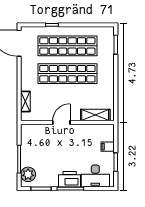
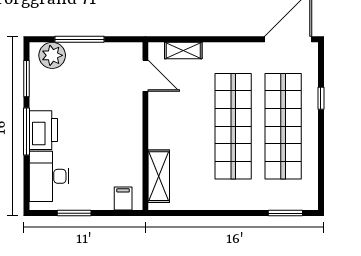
door: (61, 122) -> (145, 76), moved
filing cabinet: (108, 147) -> (123, 199), moved

